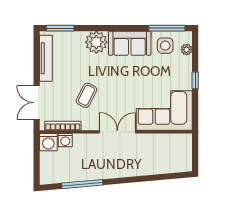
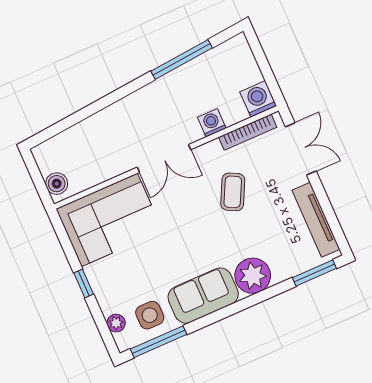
washing machine: (65, 140) -> (212, 123), moved
boiler: (185, 145) -> (57, 184), added

